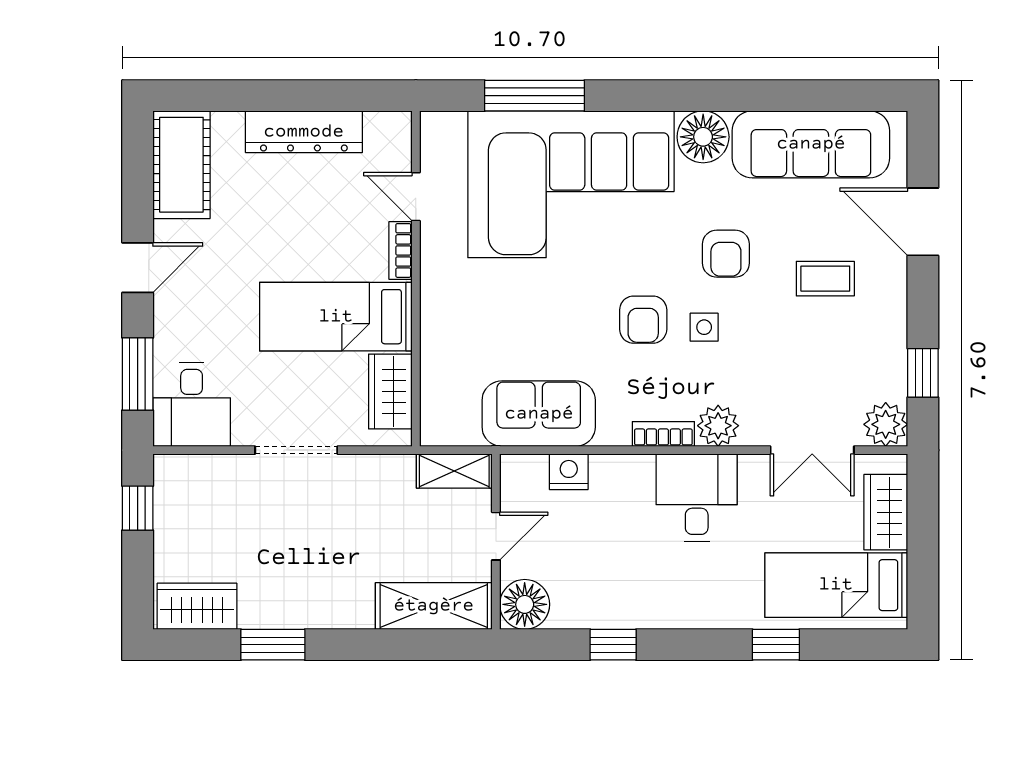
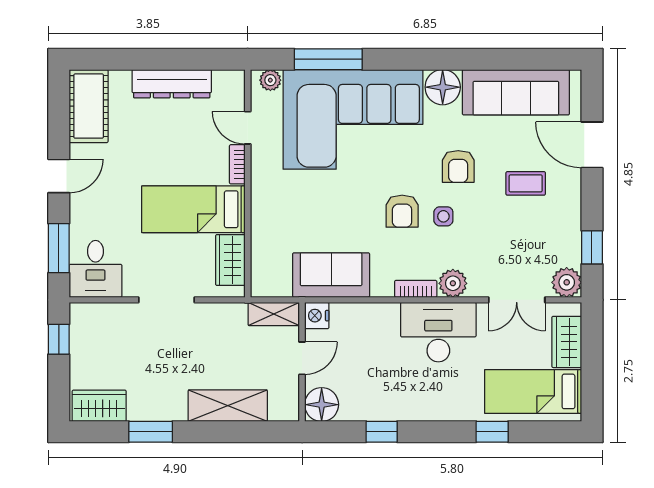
plant: (449, 126) -> (270, 80), added
nightstand: (569, 472) -> (317, 316), moved, turned -90
desk: (697, 498) -> (438, 332), width x1.37
shelving: (434, 606) -> (228, 406), moved

